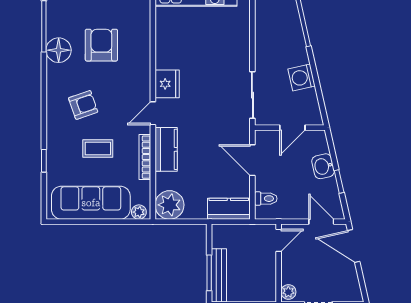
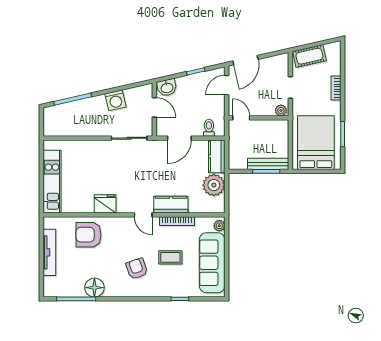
armchair: (101, 45) -> (89, 235), moved
fridge: (167, 84) -> (105, 204), moved
coffee table: (98, 149) -> (170, 257), turned 90
washbasin: (323, 166) -> (167, 88), moved
plant: (170, 205) -> (214, 185), moved

